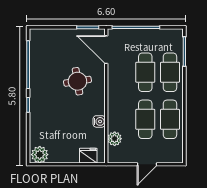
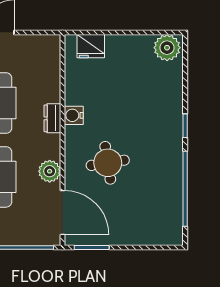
dresser: (113, 110) -> (52, 118), added
water cooler: (99, 121) -> (74, 115), moved
plant: (115, 139) -> (50, 171), moved

